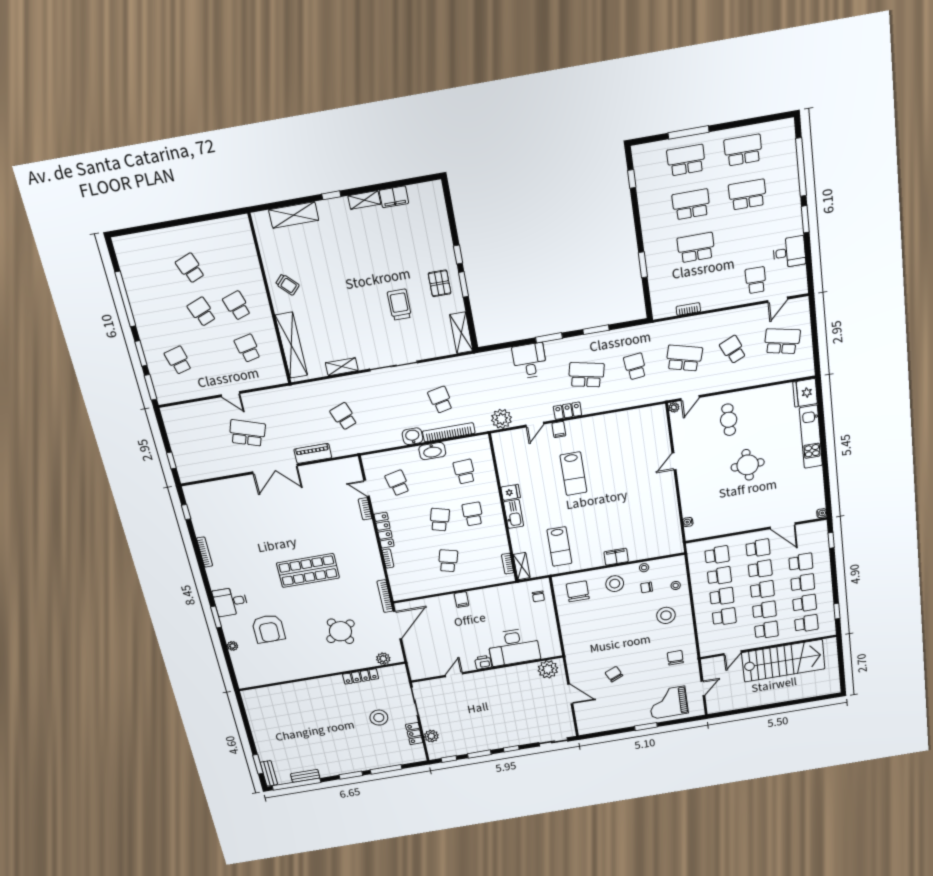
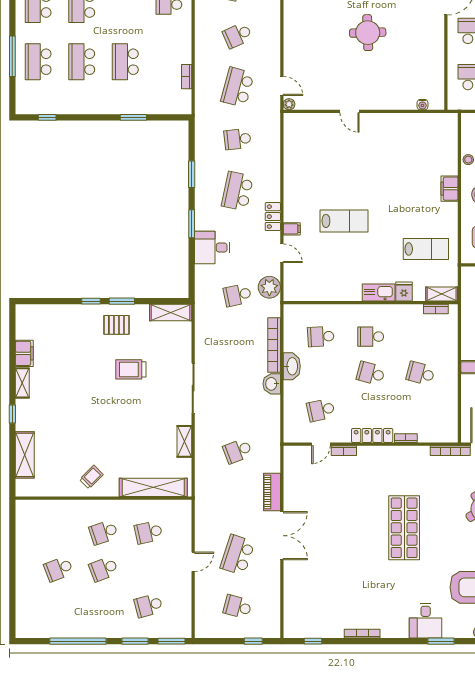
school desk: (440, 400) -> (237, 295), moved
cafe table: (729, 420) -> (313, 48), removed
school desk: (199, 441) -> (237, 607), added
fridge: (511, 492) -> (404, 291), moved

